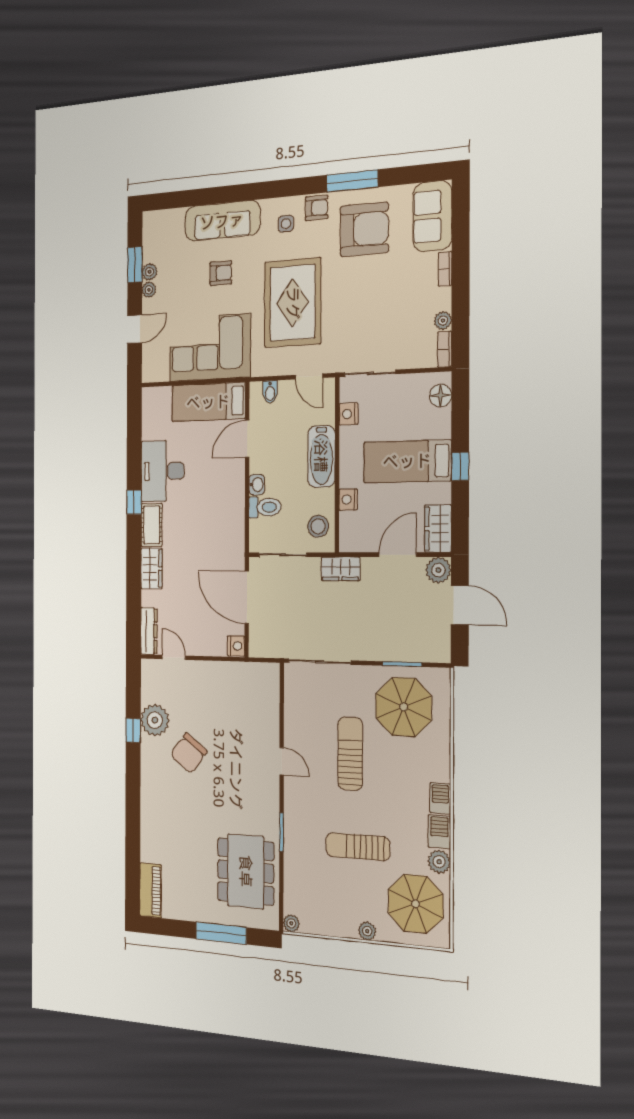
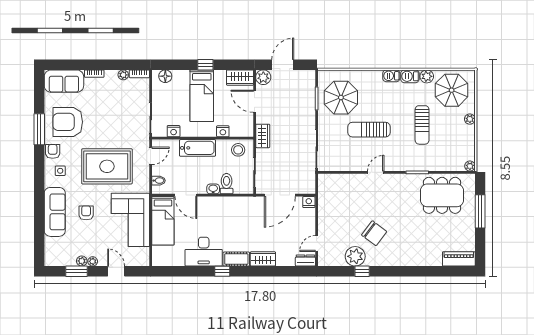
armchair: (364, 229) -> (68, 122), turned -90
dresser: (149, 631) -> (305, 261), width x0.70

